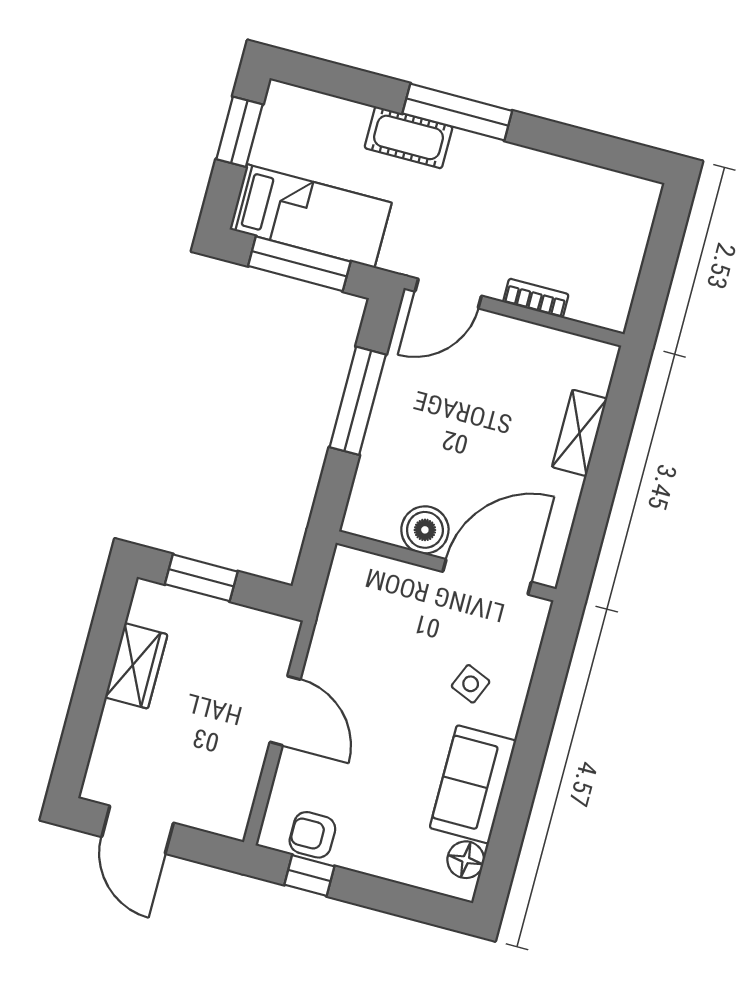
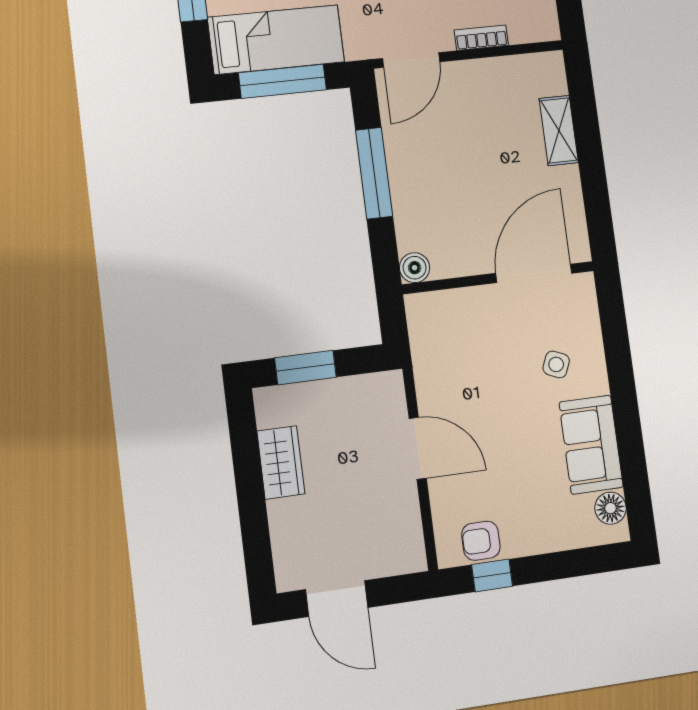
boiler: (425, 530) -> (415, 268), moved, width x0.73, depth x0.73

